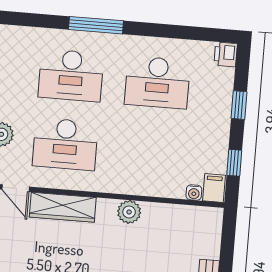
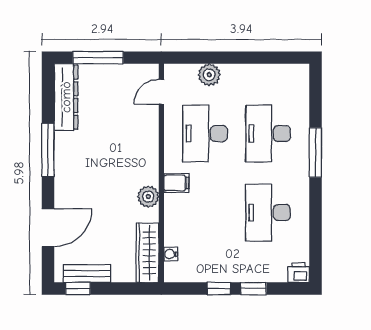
window: (234, 163) -> (219, 289), moved
filing cabinet: (214, 188) -> (176, 183), moved
wardrobe: (63, 207) -> (147, 253), moved

